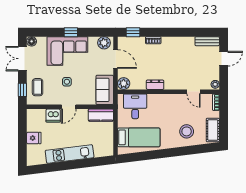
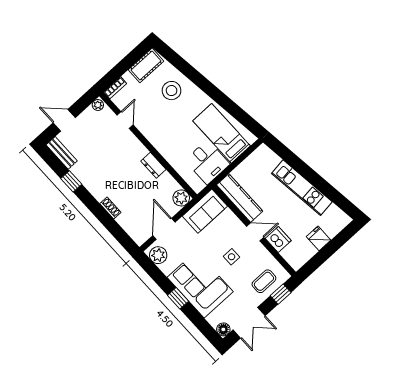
window: (133, 32) -> (71, 181), moved
desk: (135, 106) -> (207, 162), moved, turned -90
kitchen counter: (101, 115) -> (240, 198), width x1.50

